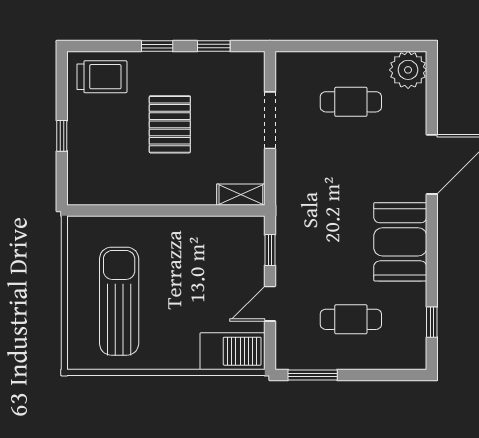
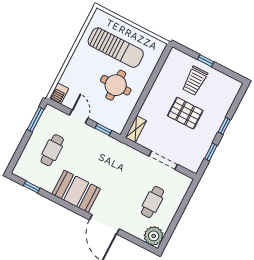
trolley: (102, 77) -> (195, 81), moved
round table: (183, 268) -> (116, 85), added
barbecue: (232, 351) -> (59, 93), width x0.53, depth x0.65

